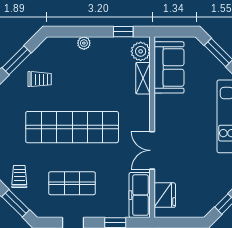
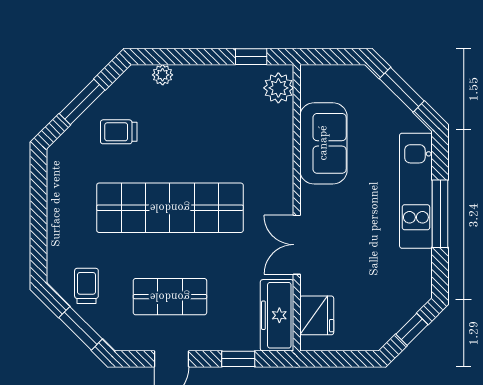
plant: (84, 43) -> (163, 75), moved
sofa: (169, 67) -> (323, 143), moved
shelving: (143, 78) -> (282, 130), removed
trolley: (40, 79) -> (119, 132), turned 180

